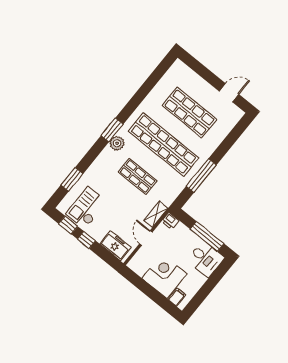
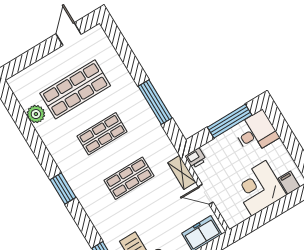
plant: (117, 143) -> (36, 114), moved
shop shelf: (163, 144) -> (102, 134), width x0.50, depth x0.74

